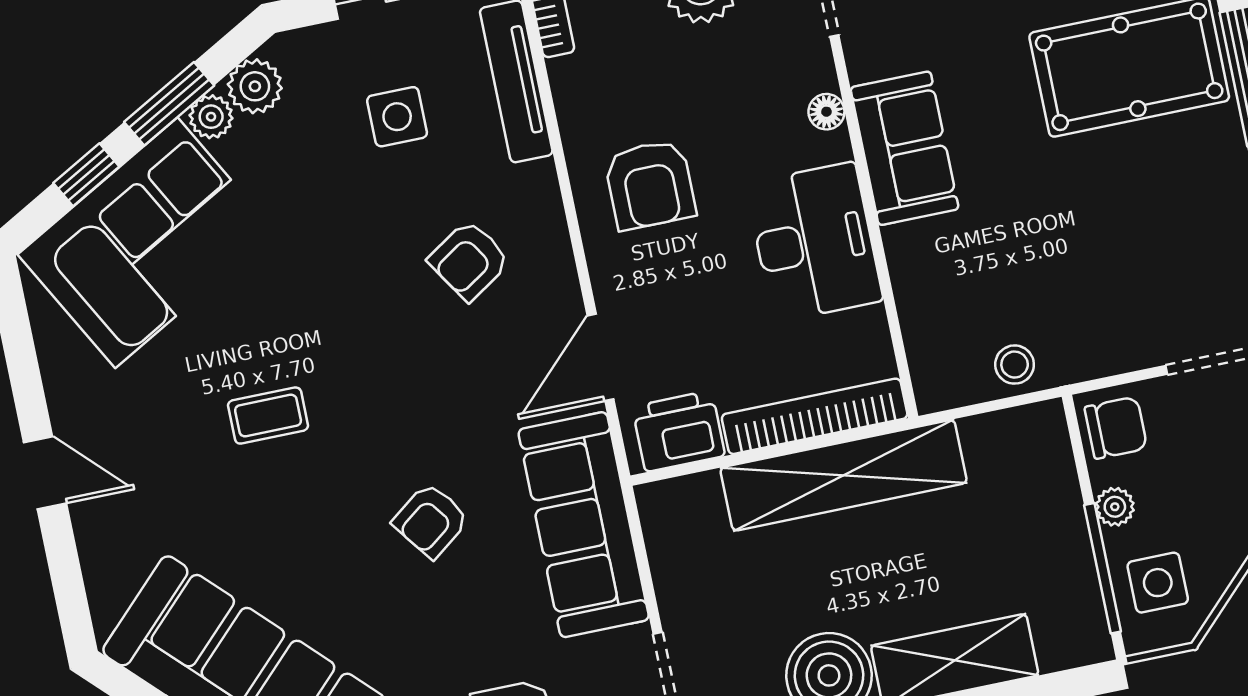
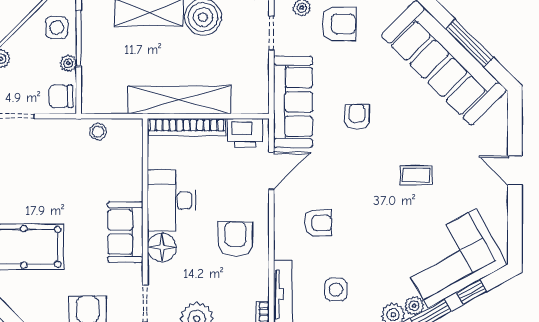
floor lamp: (826, 112) -> (162, 247), width x1.89, depth x1.89
armchair: (469, 260) -> (318, 223), turned 33
armchair: (431, 521) -> (357, 117), turned -53

